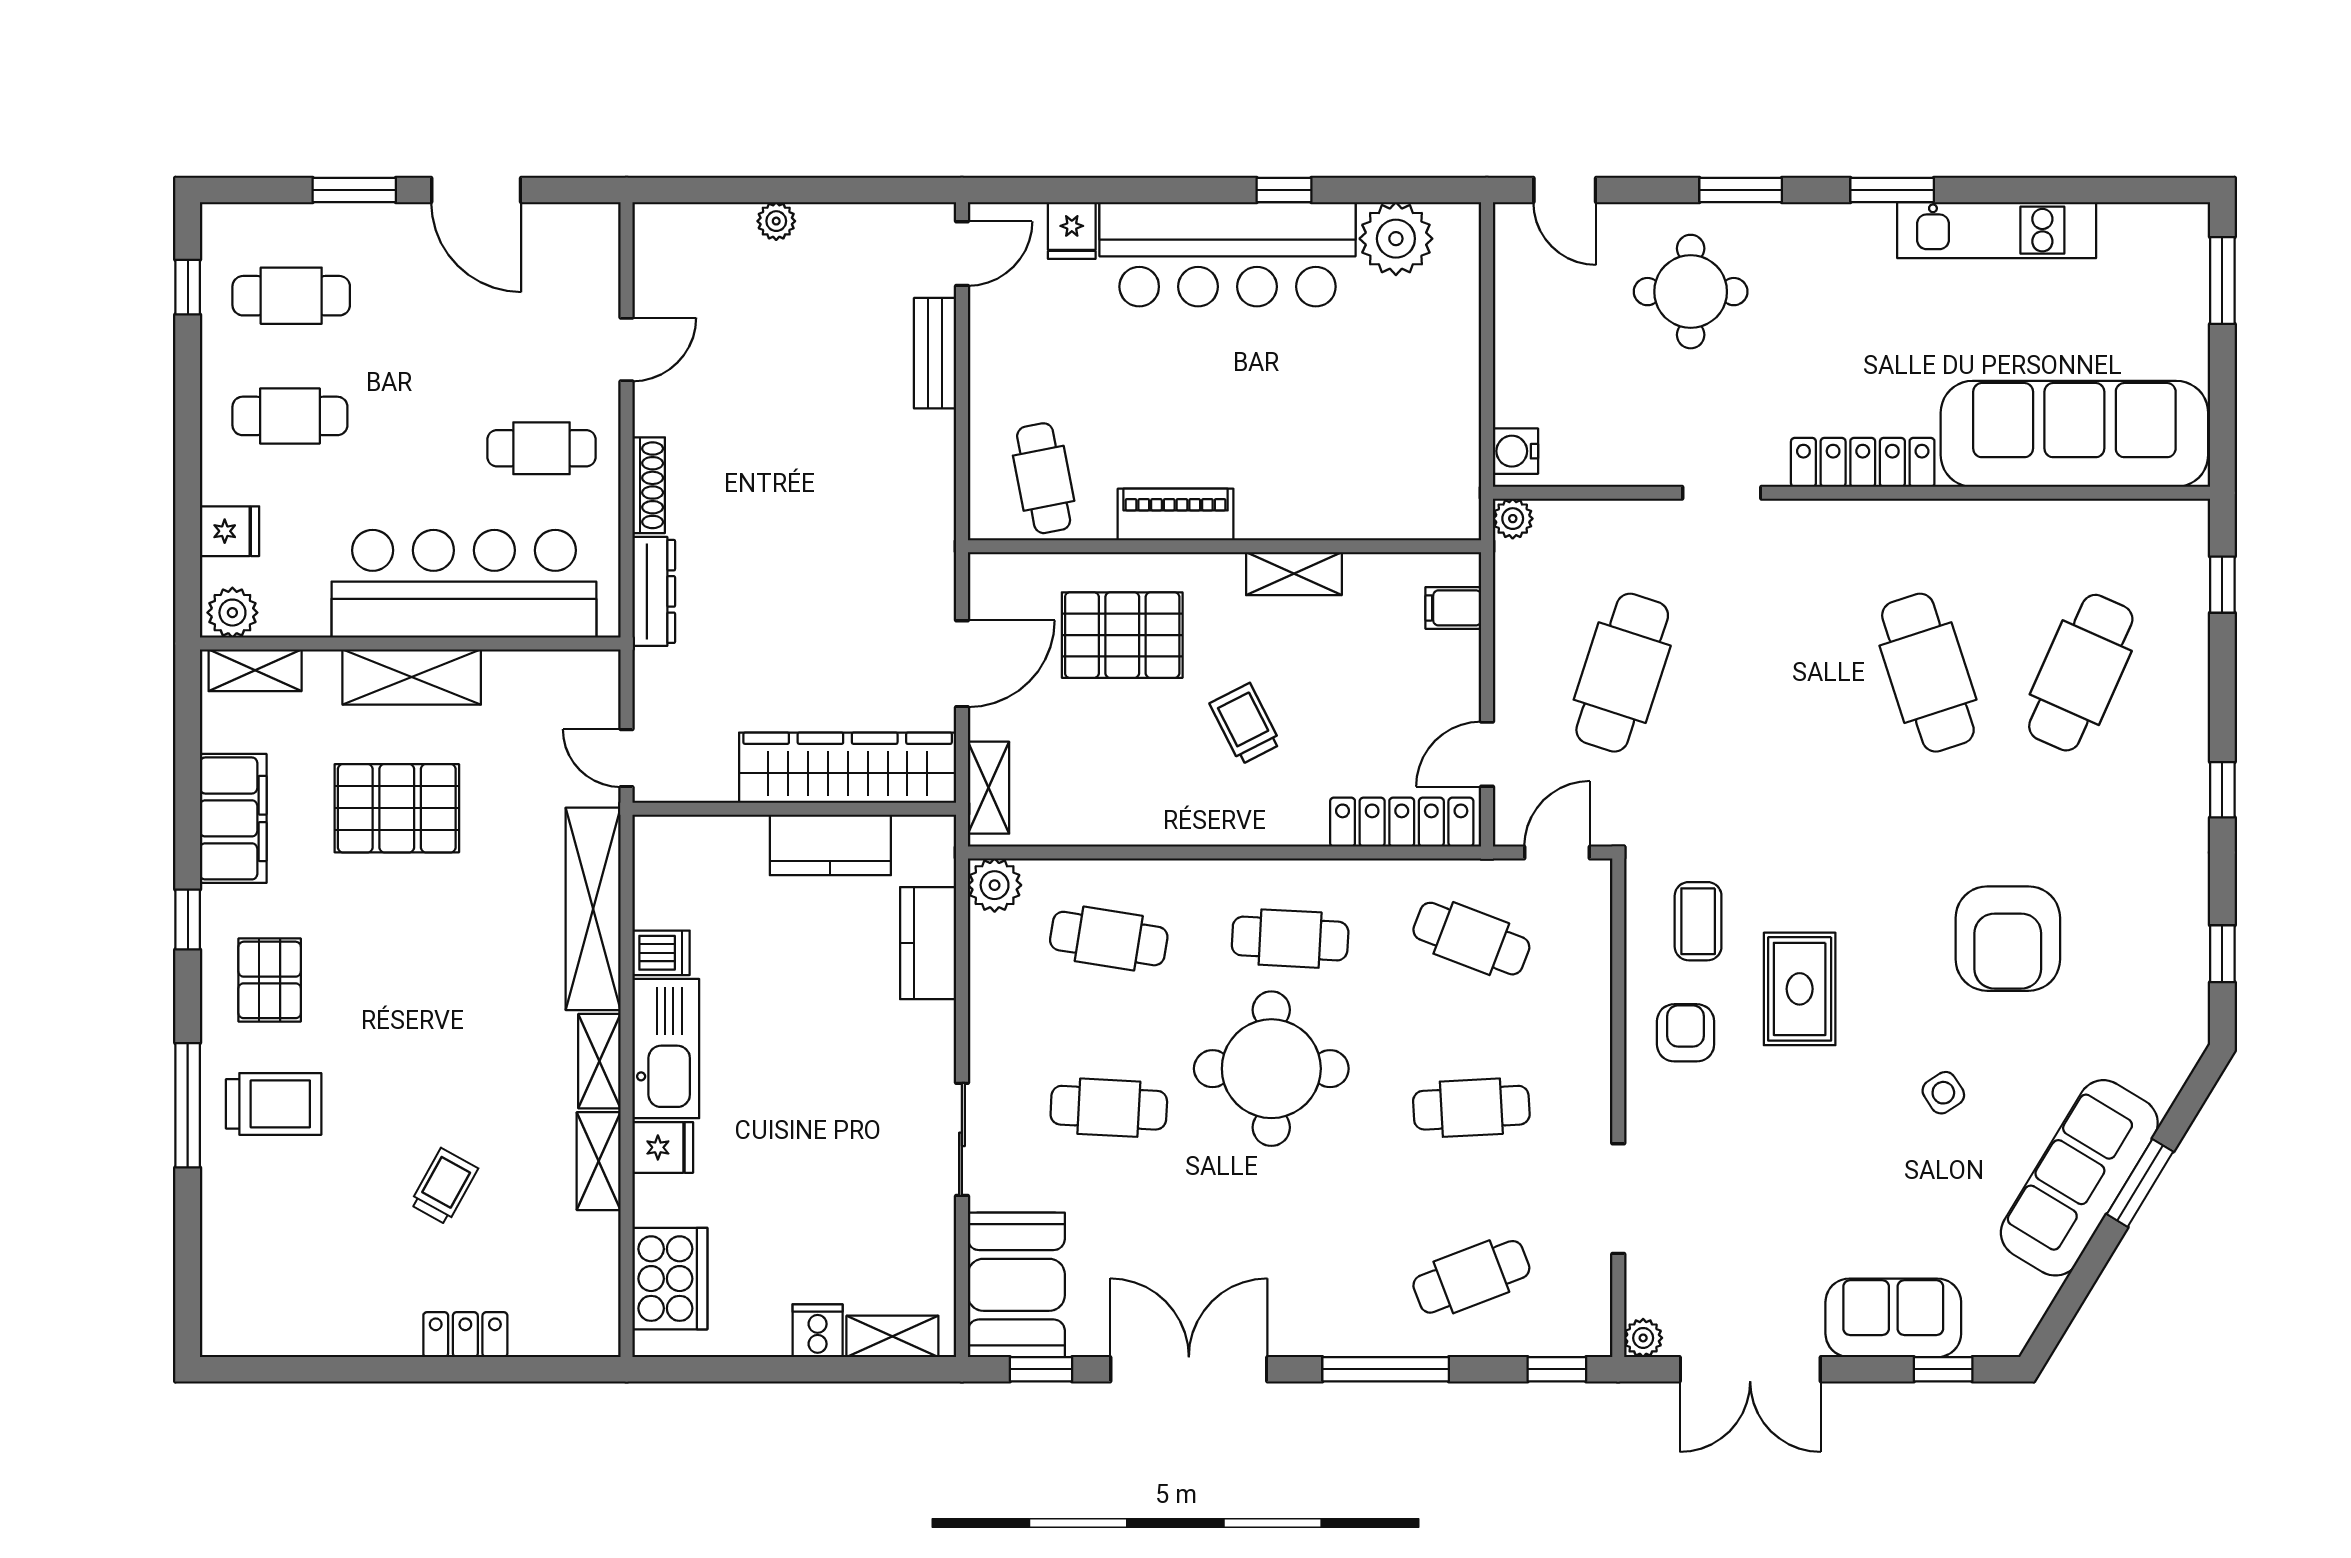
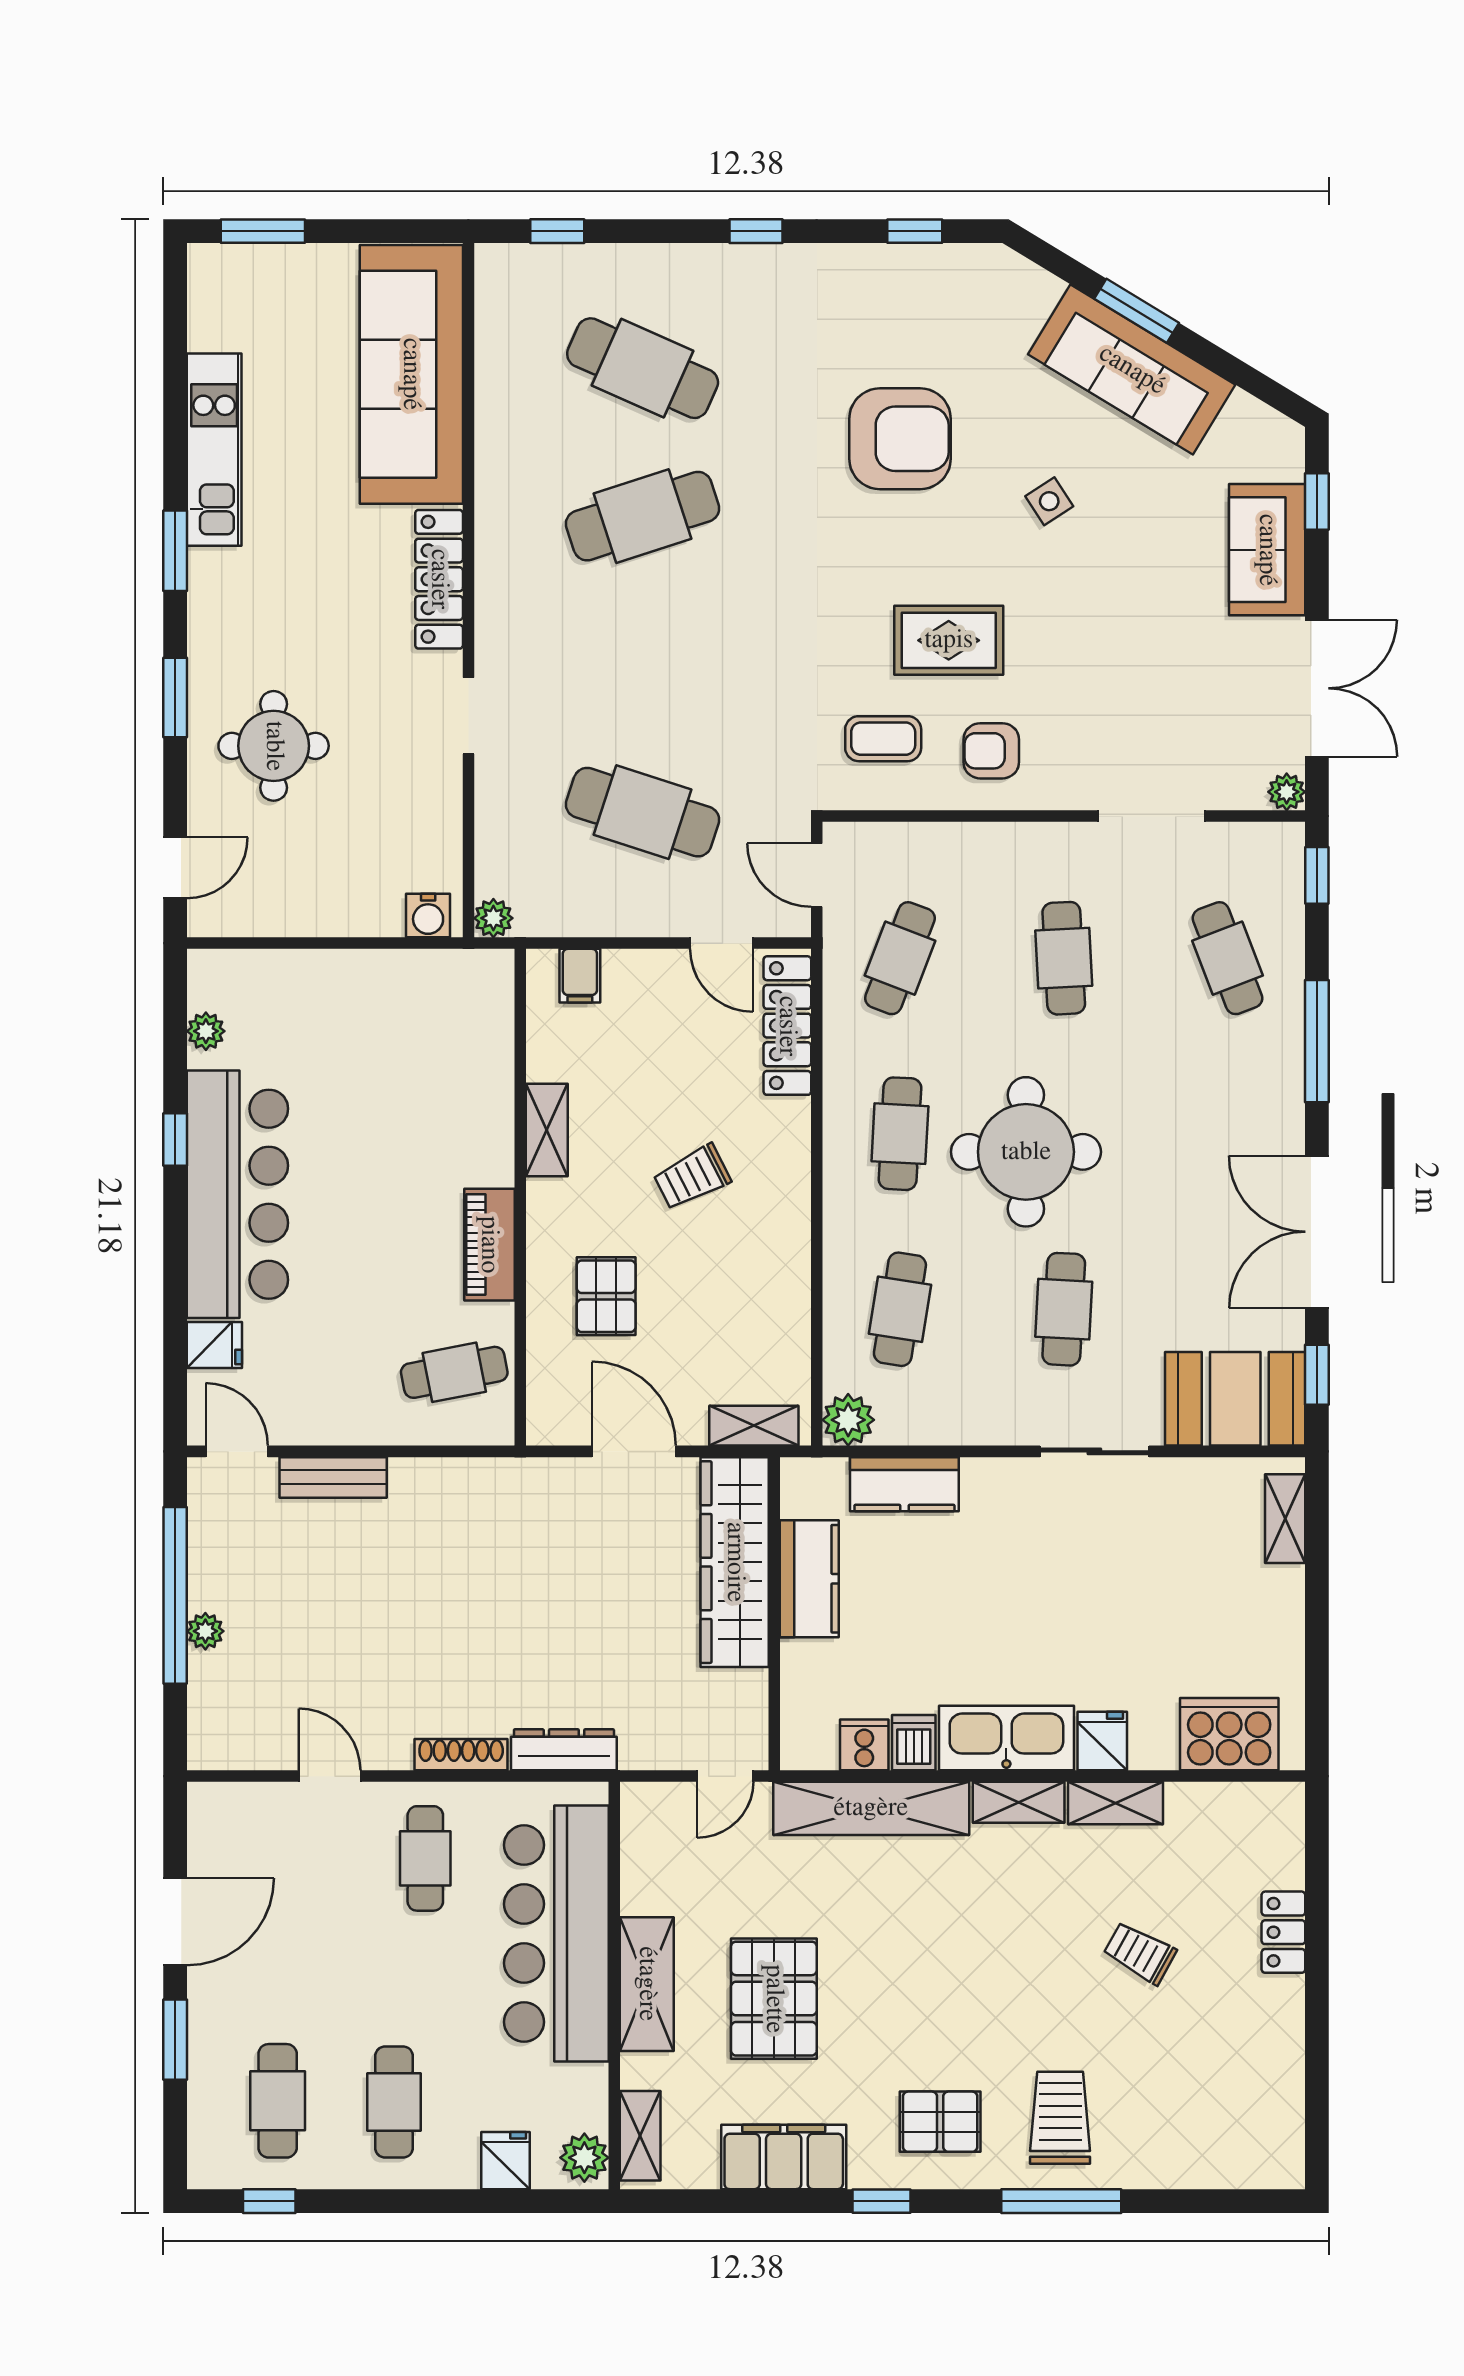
window: (813, 190) -> (175, 1595), added
plant: (1396, 239) -> (206, 1031), width x0.53, depth x0.53
pallet: (1122, 635) -> (606, 1296), width x0.67, depth x0.71
cooker: (818, 1331) -> (864, 1745), moved, turned 90

